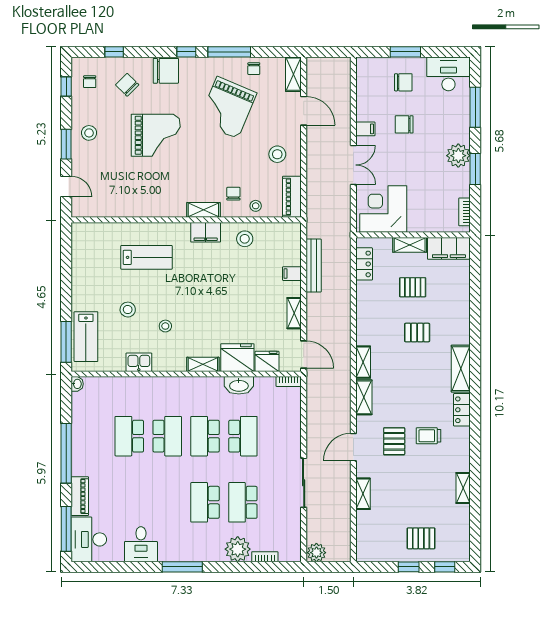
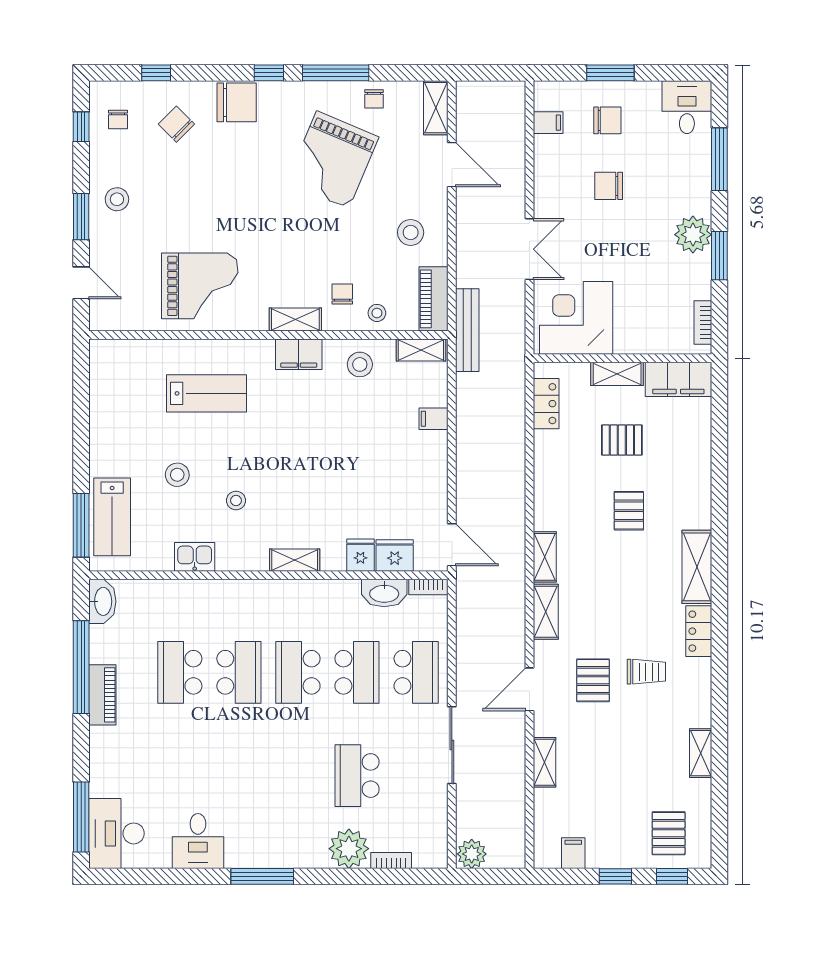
desk: (448, 74) -> (687, 107), width x0.73
filing cabinet: (365, 129) -> (548, 123), moved
grand piano: (156, 135) -> (200, 286), moved
bench: (314, 266) -> (467, 330), moved
shelving: (294, 313) -> (421, 350), moved, turned 90
pallet: (417, 333) -> (629, 511), turned 90
fridge: (237, 358) -> (360, 555), width x0.53, depth x0.75
washbasin: (77, 384) -> (102, 601), width x1.91, depth x1.45
washbasin: (239, 385) -> (384, 593), moved
trolley: (428, 436) -> (646, 672), turned 180
window: (66, 453) -> (81, 667), moved
piano: (80, 496) -> (102, 695), moved
school desk: (205, 502) -> (416, 672), moved, turned 180
pallet: (421, 538) -> (669, 833), moved, turned 90
filing cabinet: (382, 552) -> (573, 853), added

